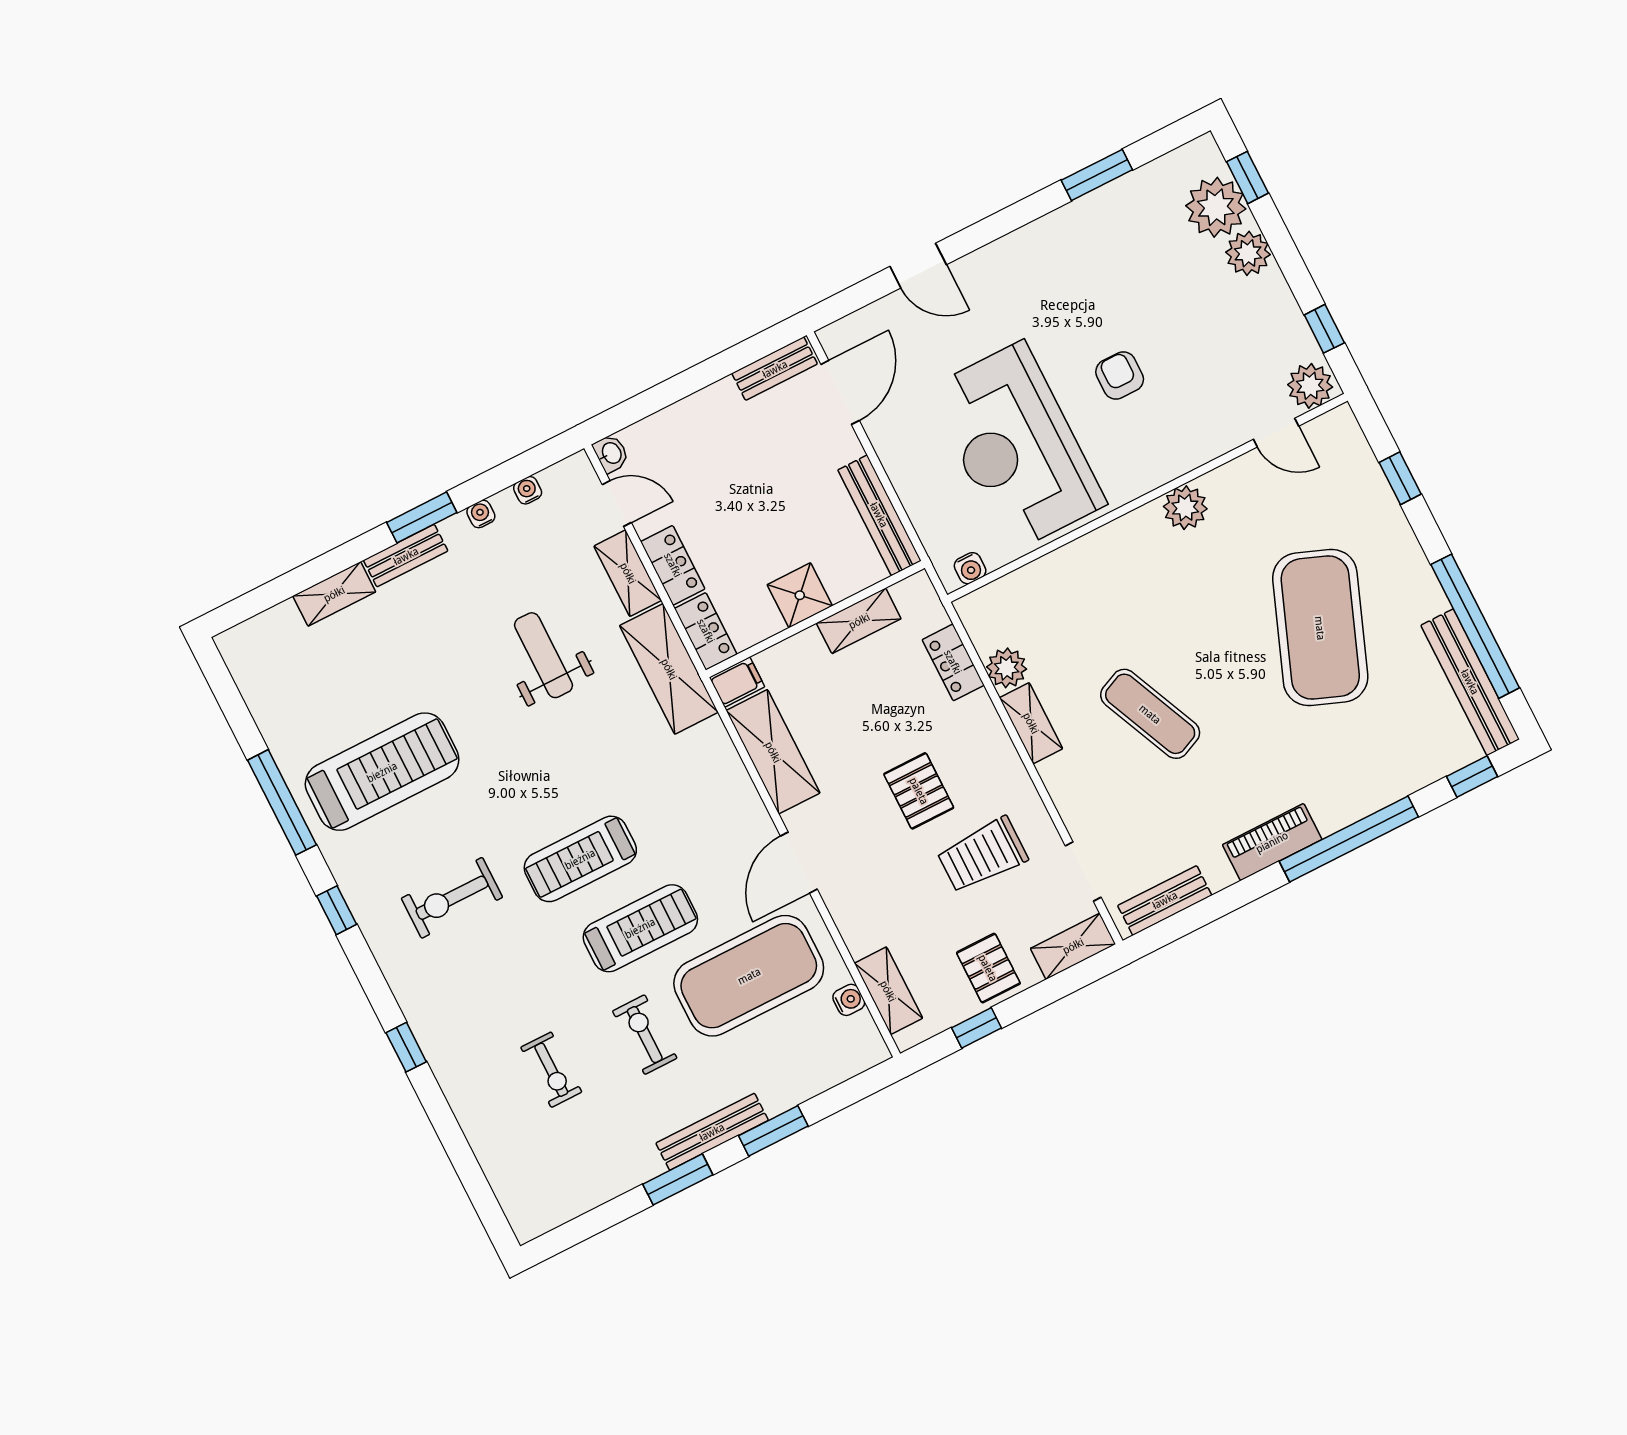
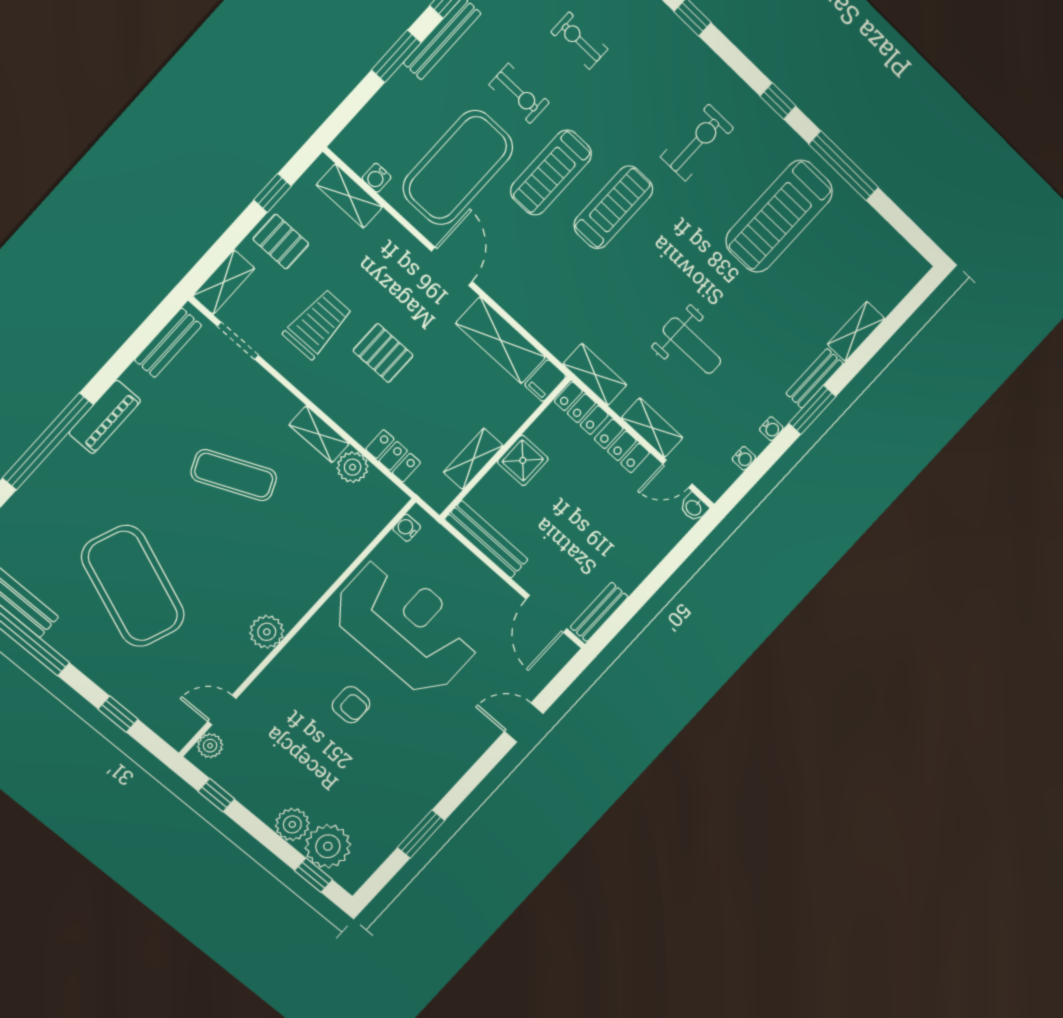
plant: (1310, 386) -> (210, 746), width x0.73, depth x0.73
shelving: (669, 669) -> (595, 374), width x0.67, depth x0.75

